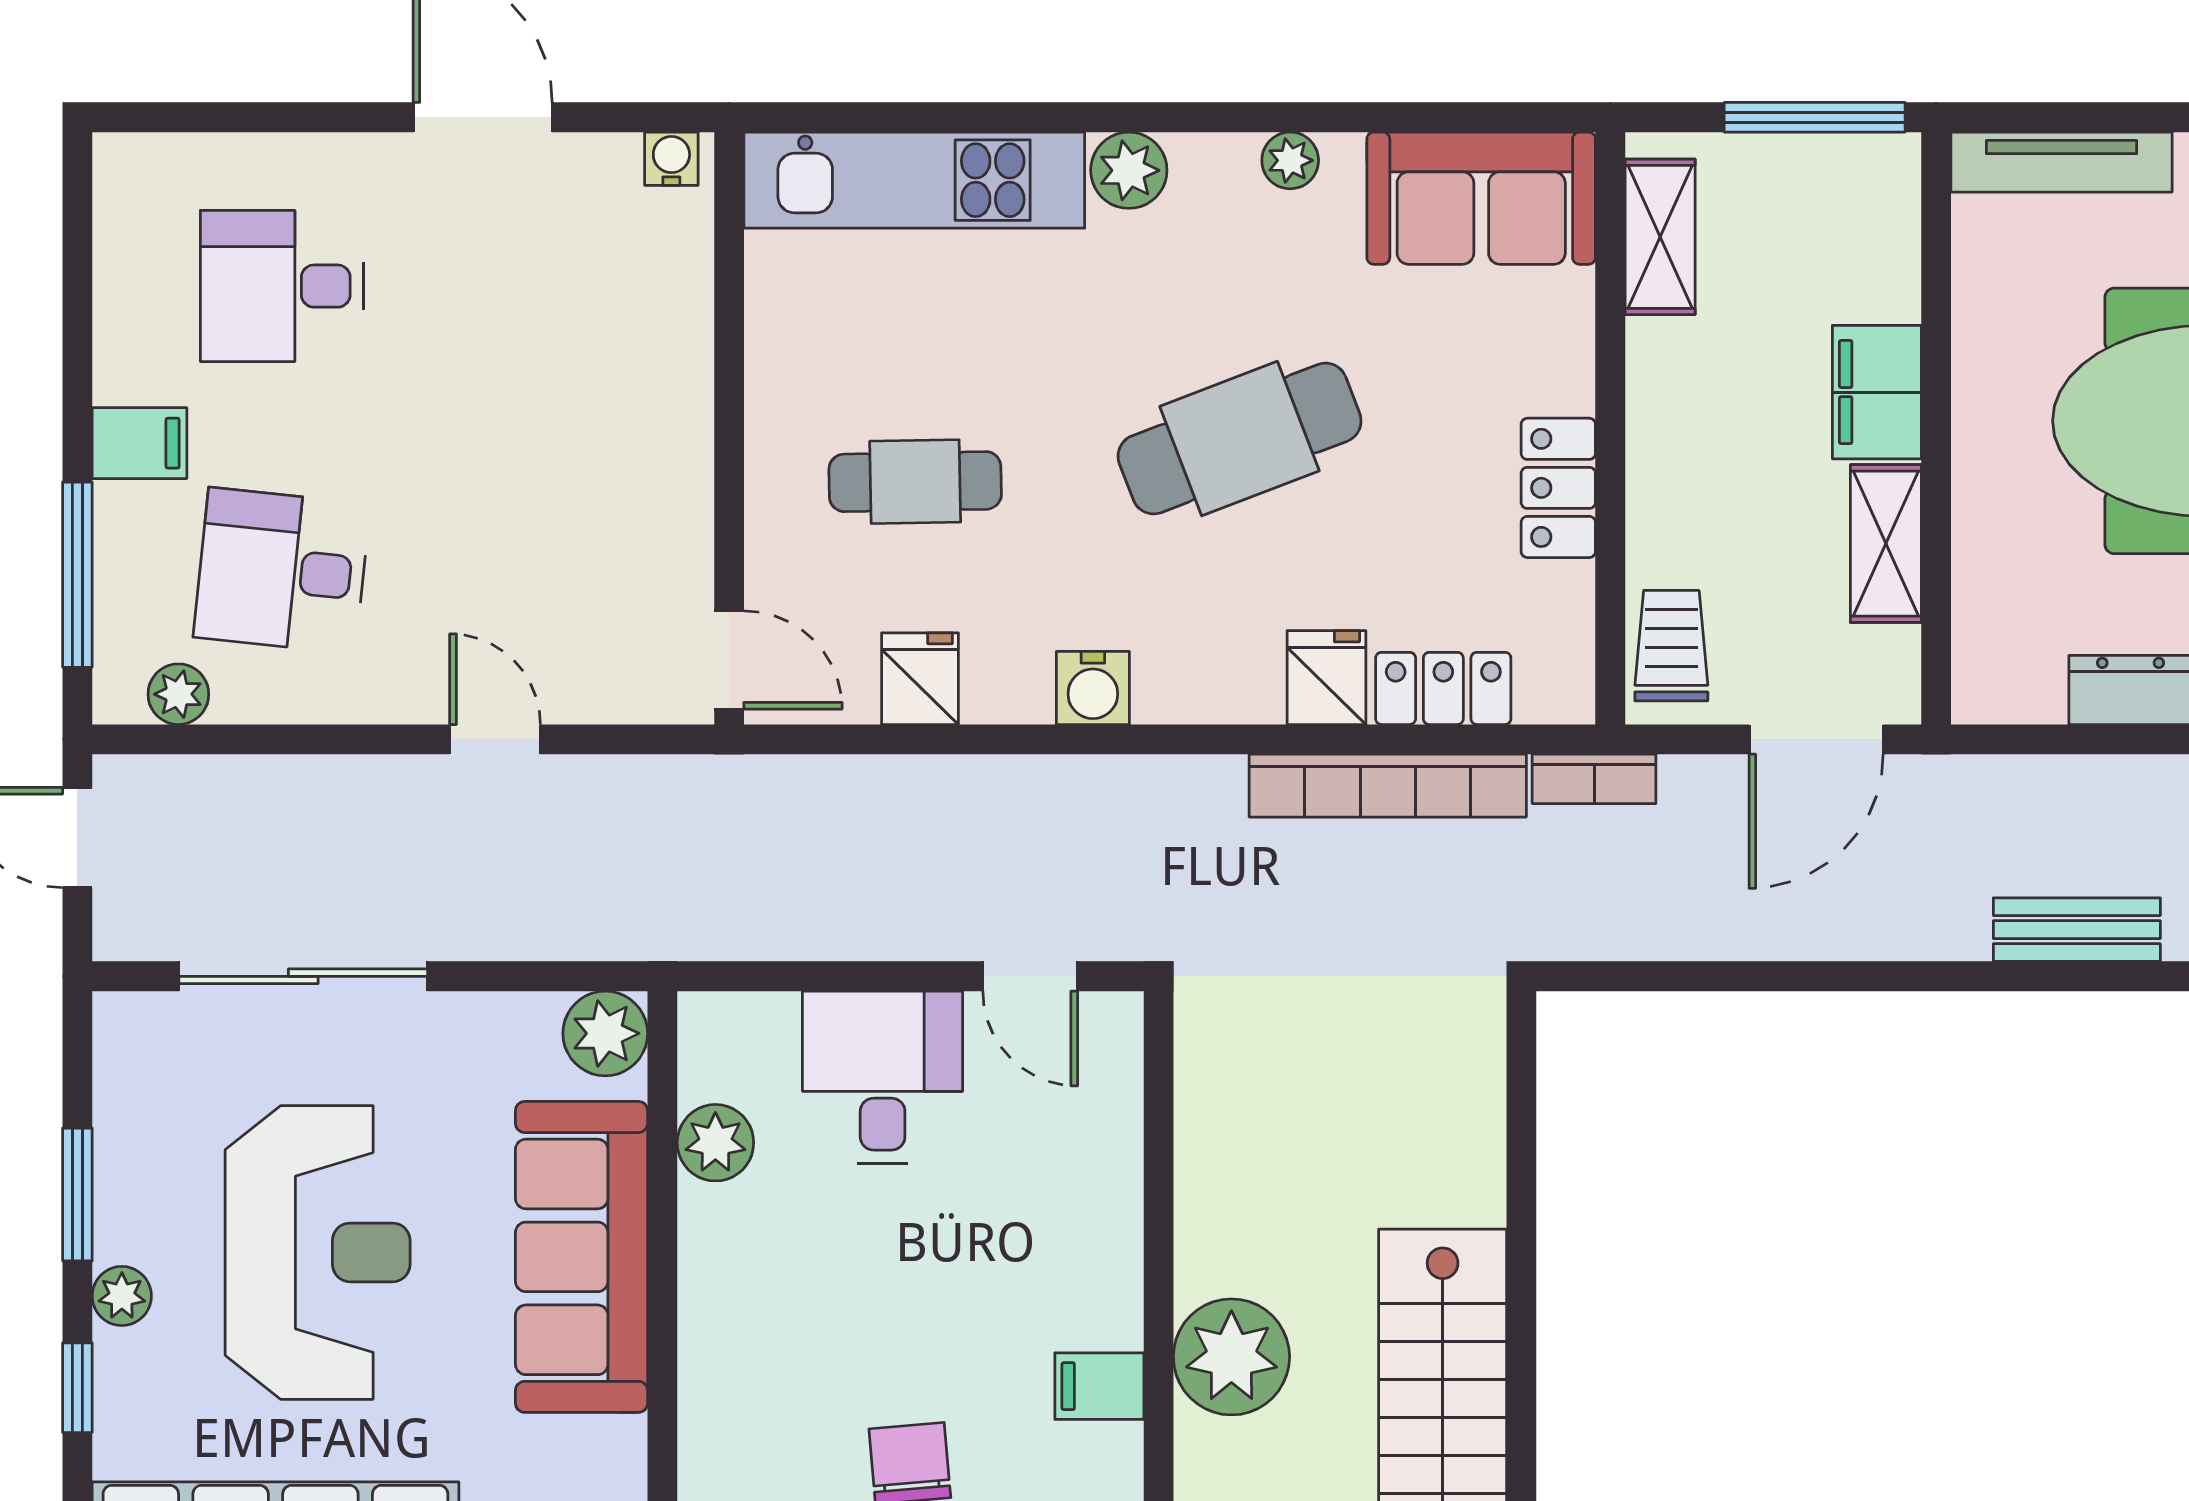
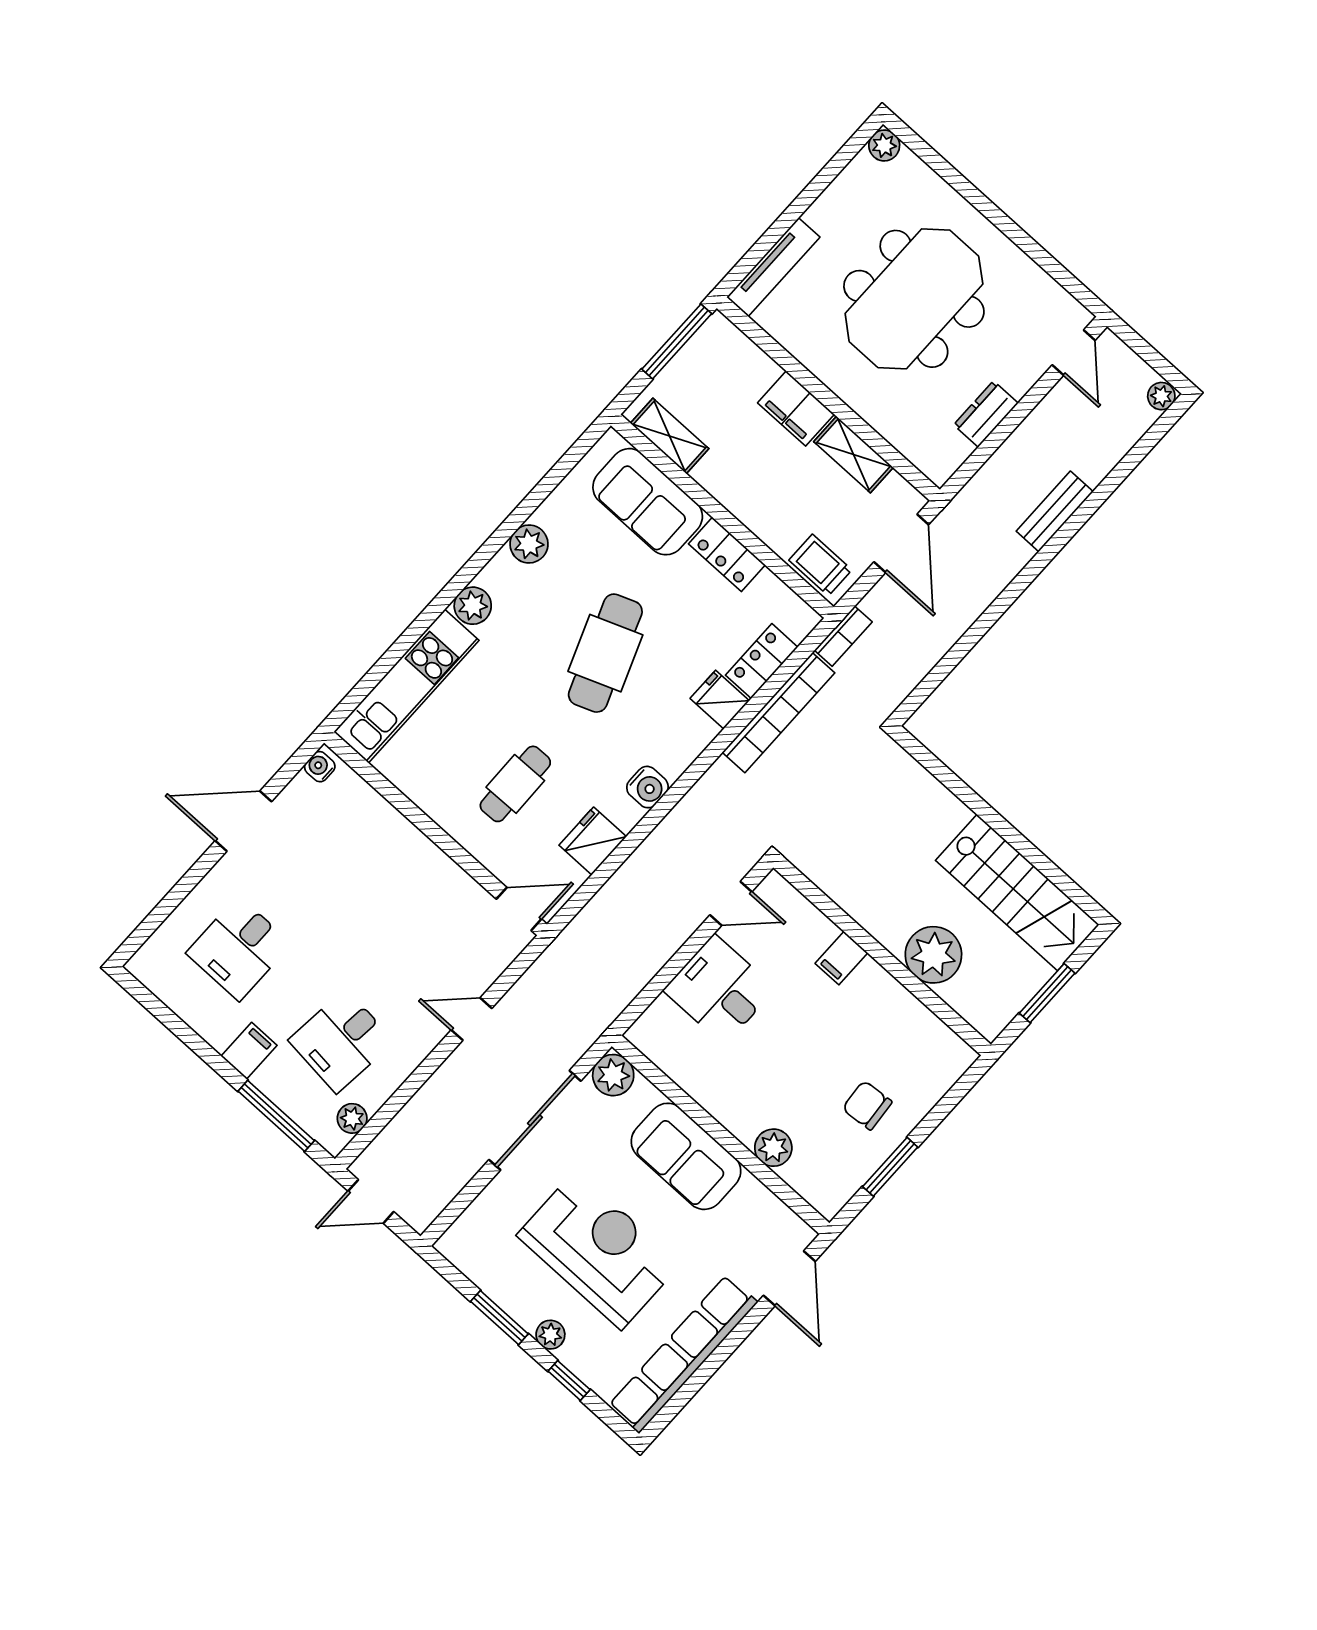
plant: (1290, 160) -> (529, 544), width x1.38, depth x1.38
sofa: (1481, 198) -> (648, 502), moved, turned 90
fridge: (920, 679) -> (593, 841), width x1.38
sliding door: (303, 976) -> (535, 1120), moved
plant: (715, 1143) -> (773, 1148), moved
sofa: (582, 1257) -> (686, 1156), width x0.73
filing cabinet: (1099, 1386) -> (841, 958), moved

